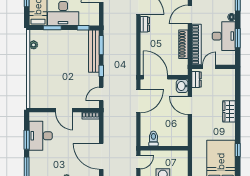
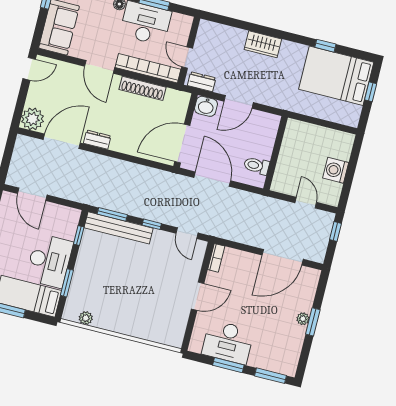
toilet: (153, 139) -> (257, 166), moved
wall: (164, 148) -> (276, 153), moved

